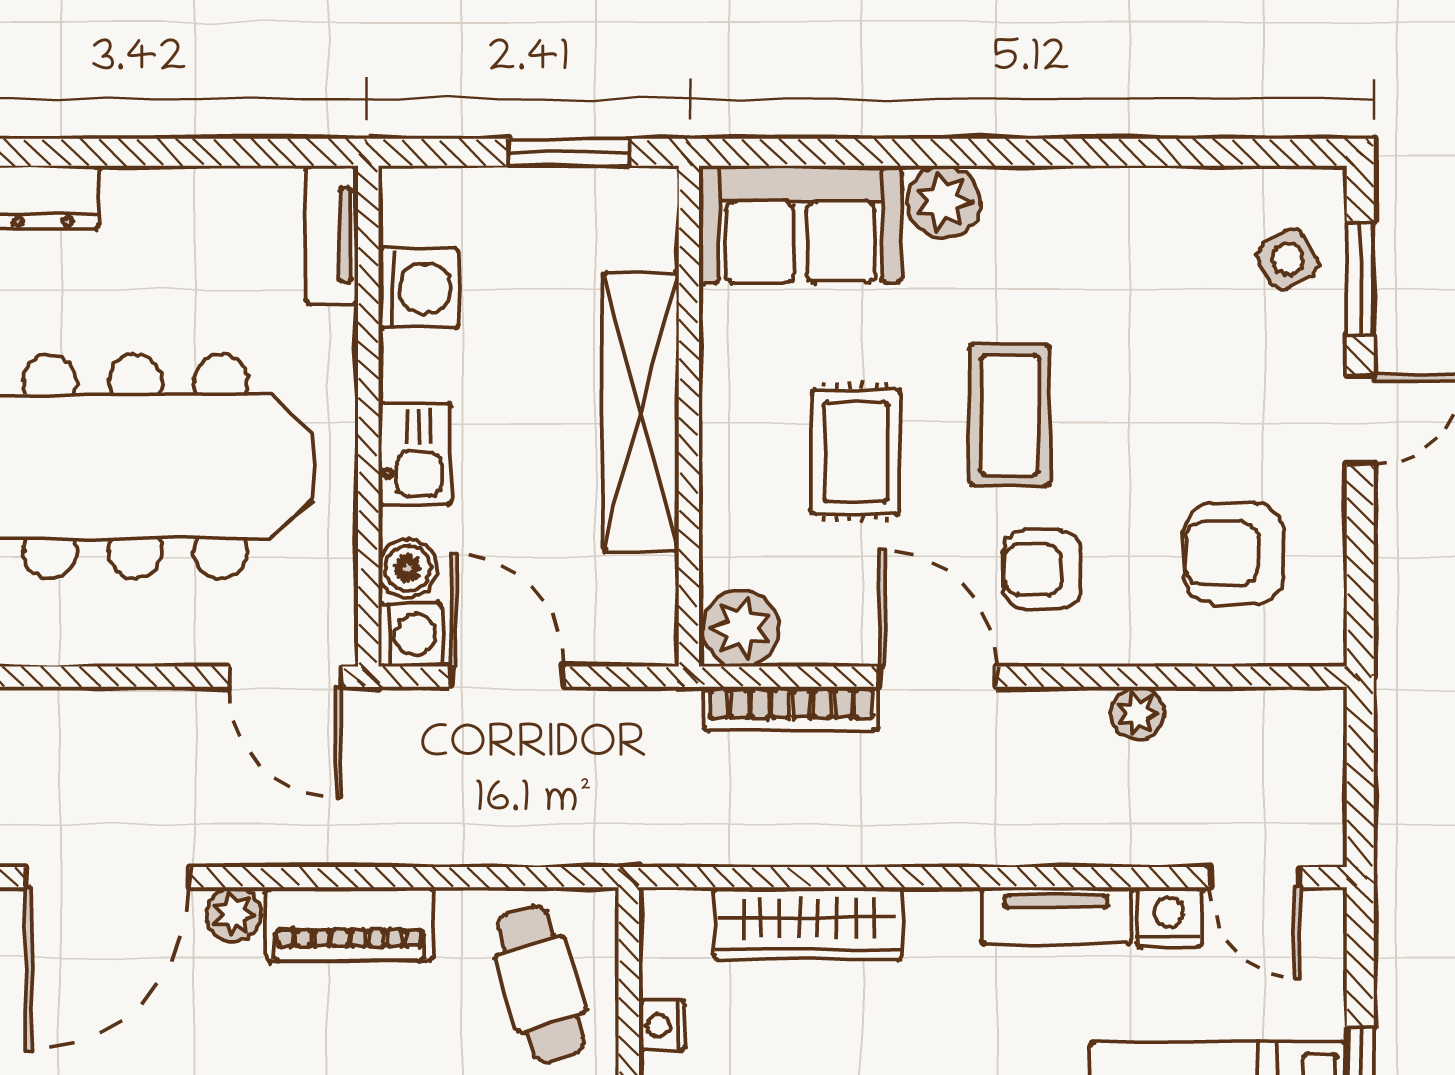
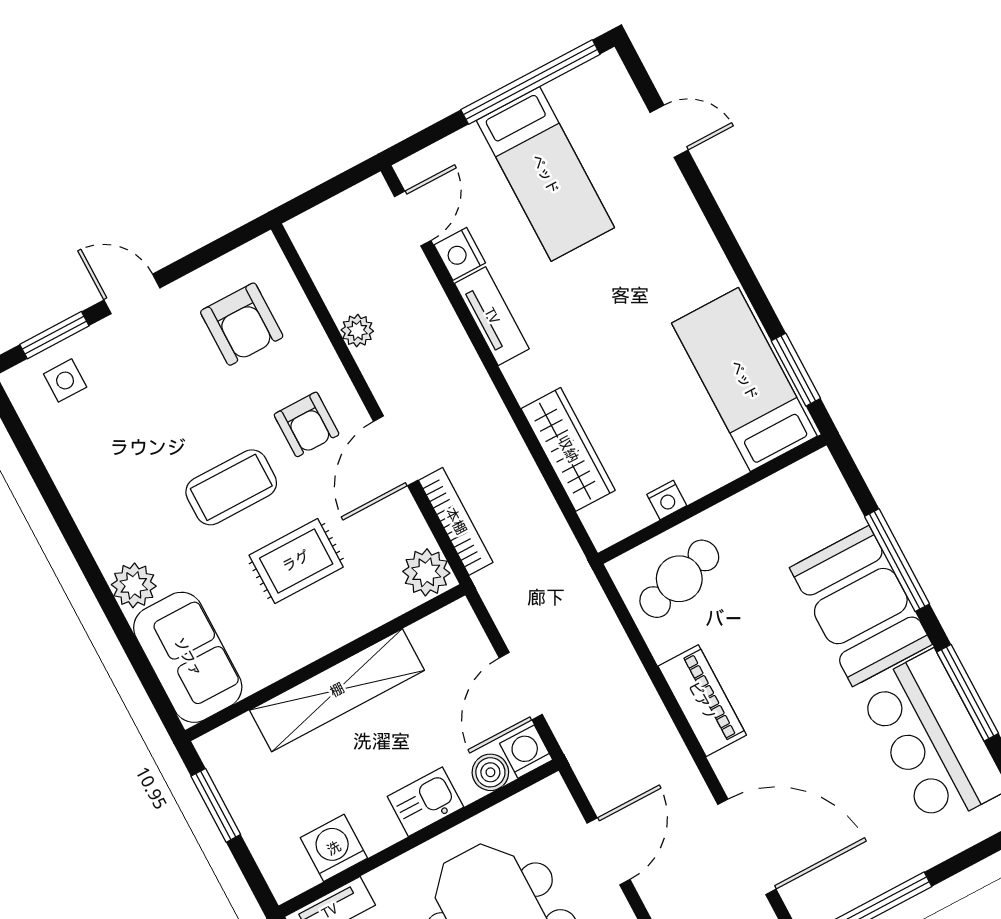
side table: (1288, 259) -> (65, 380), turned 31
door: (285, 677) -> (609, 851), moved
plant: (234, 914) -> (730, 767), removed

